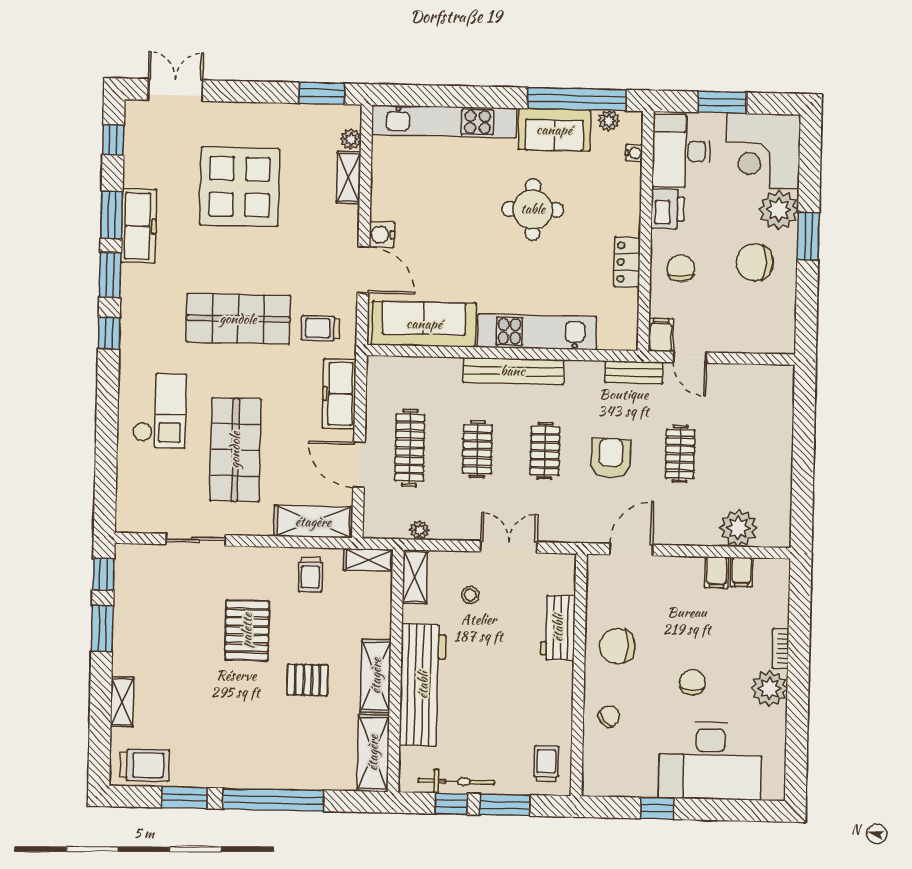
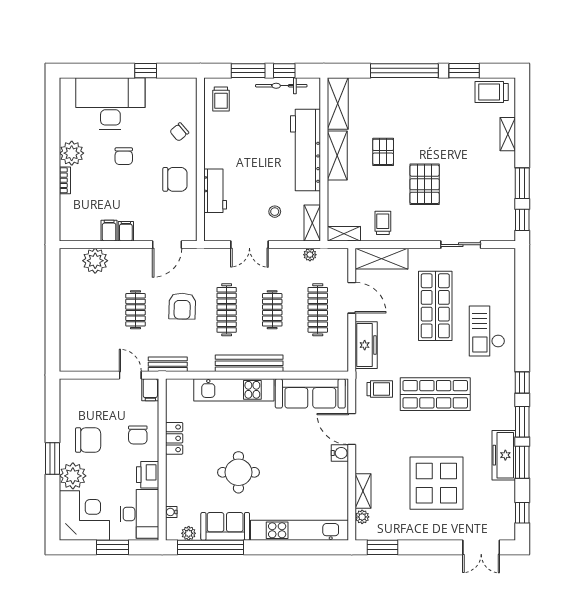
clothes rail: (545, 451) -> (227, 310), width x1.36
filing cabinet: (741, 572) -> (126, 231), moved
pallet: (307, 680) -> (383, 152), turned 90

